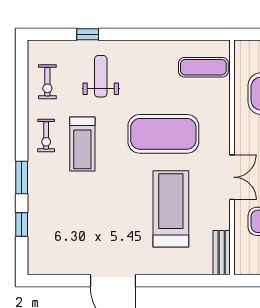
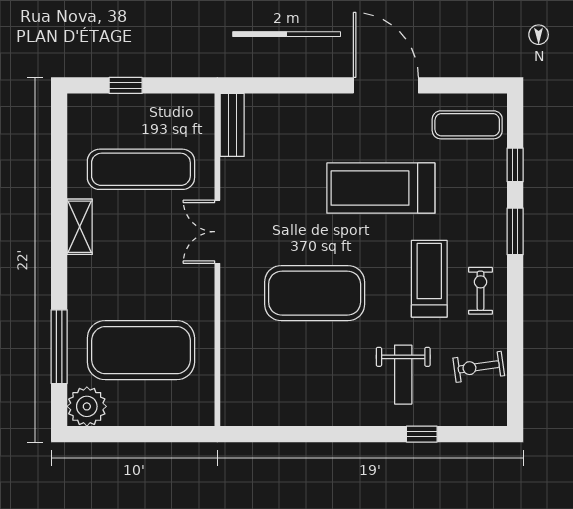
exercise mat: (203, 67) -> (467, 125), moved
exercise bike: (47, 82) -> (479, 367), turned -98
treadmill: (171, 209) -> (381, 188), moved, turned 90

